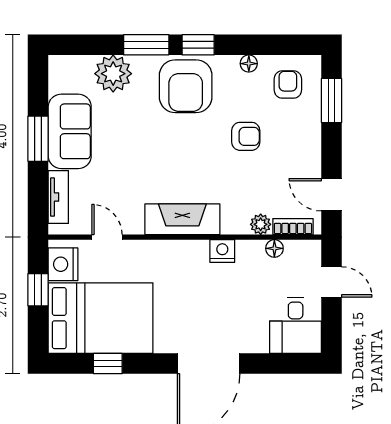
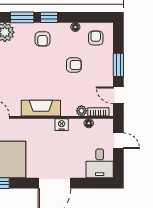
armchair: (186, 86) -> (43, 39), width x0.53, depth x0.53
window: (332, 100) -> (118, 65), moved

